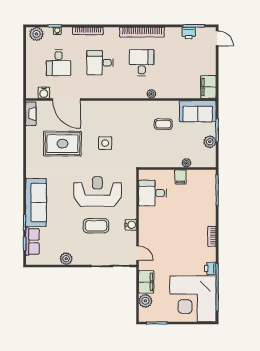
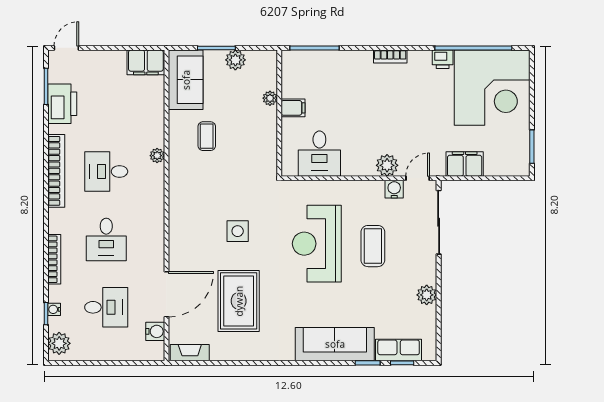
printer: (189, 33) -> (62, 104), width x1.87, depth x1.48
water cooler: (131, 225) -> (394, 189), moved
plant: (145, 301) -> (387, 165), moved

